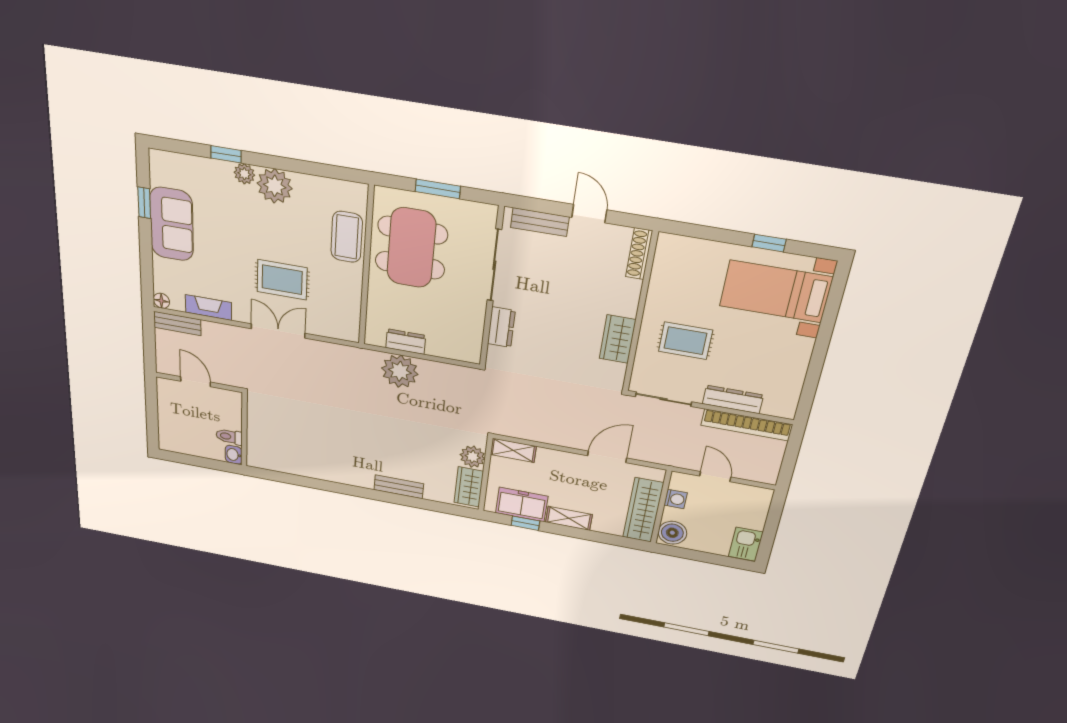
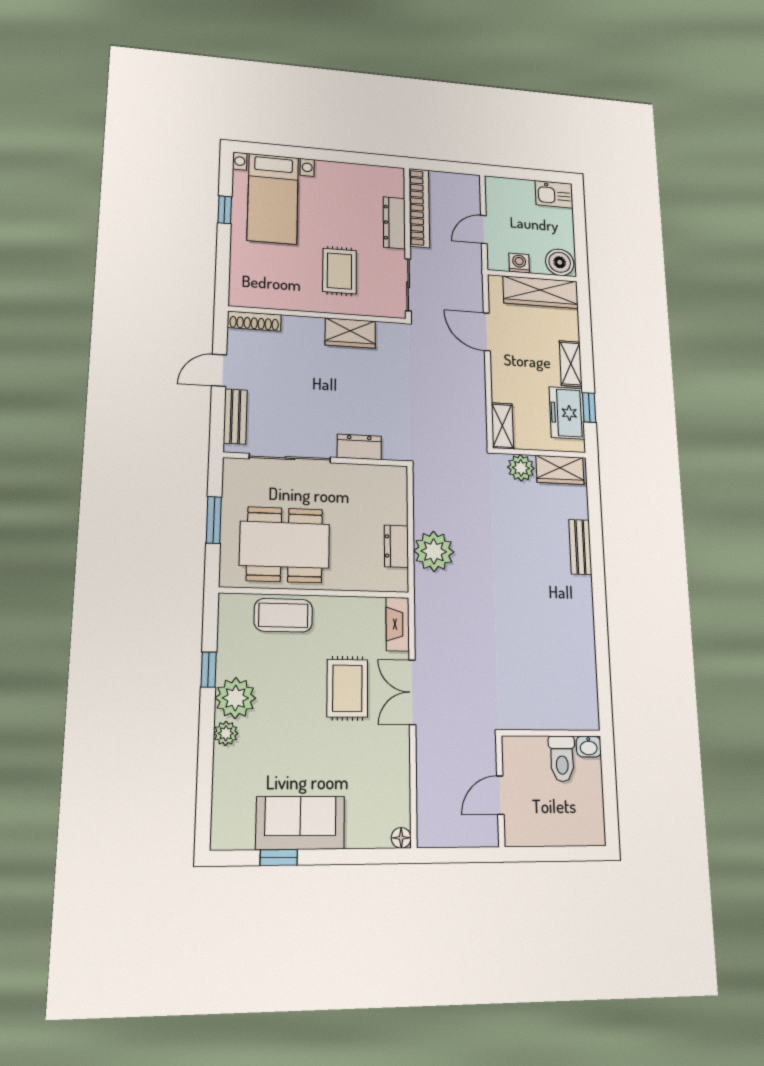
window: (226, 154) -> (209, 670), moved
fireplace: (208, 307) -> (398, 624), moved
bench: (177, 323) -> (427, 818), removed
toilet: (229, 437) -> (562, 759), width x1.37, depth x1.39

